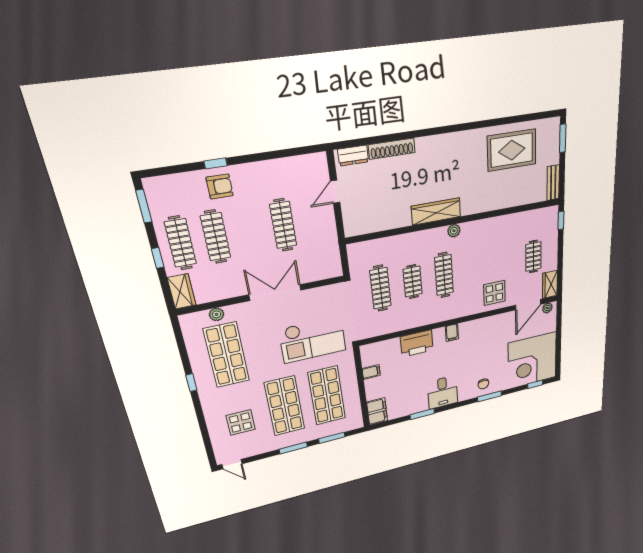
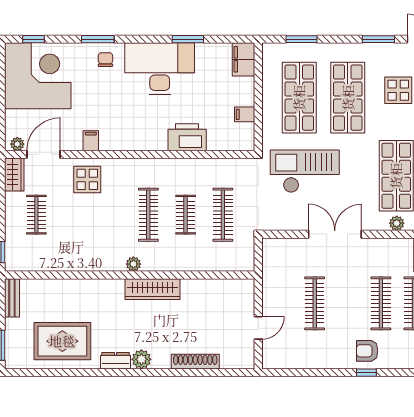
plant: (442, 143) -> (141, 359), added
dresser: (353, 156) -> (115, 361), moved
double door: (275, 292) -> (335, 234), swing flipped
filing cabinet: (452, 333) -> (91, 141), moved
desk: (443, 392) -> (160, 69), width x1.87, depth x1.30
window: (293, 448) -> (378, 39), moved

